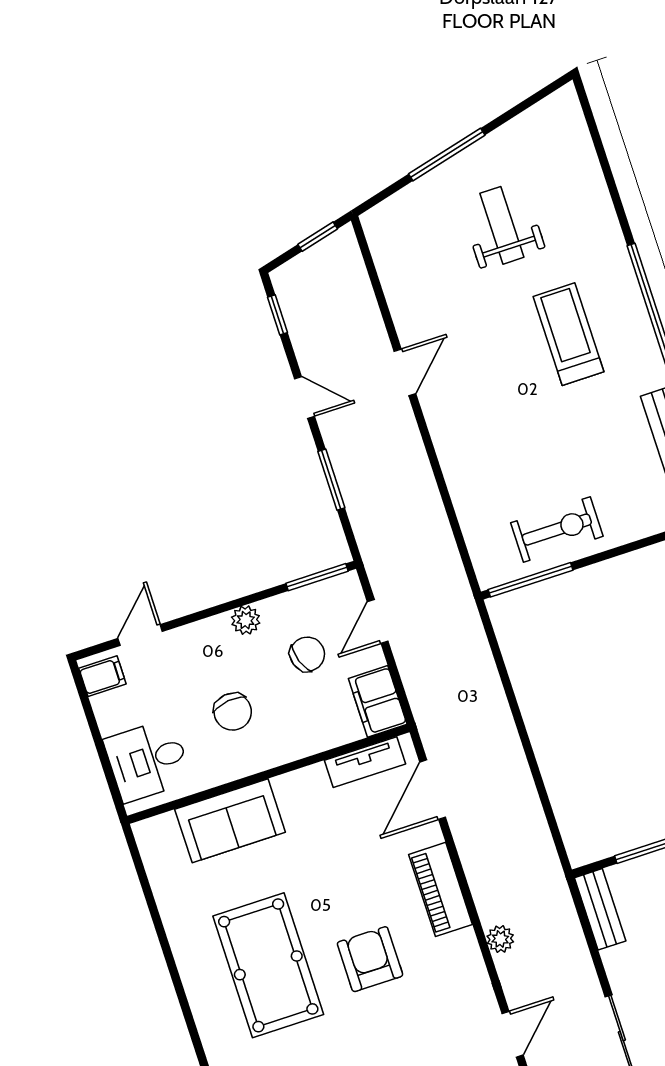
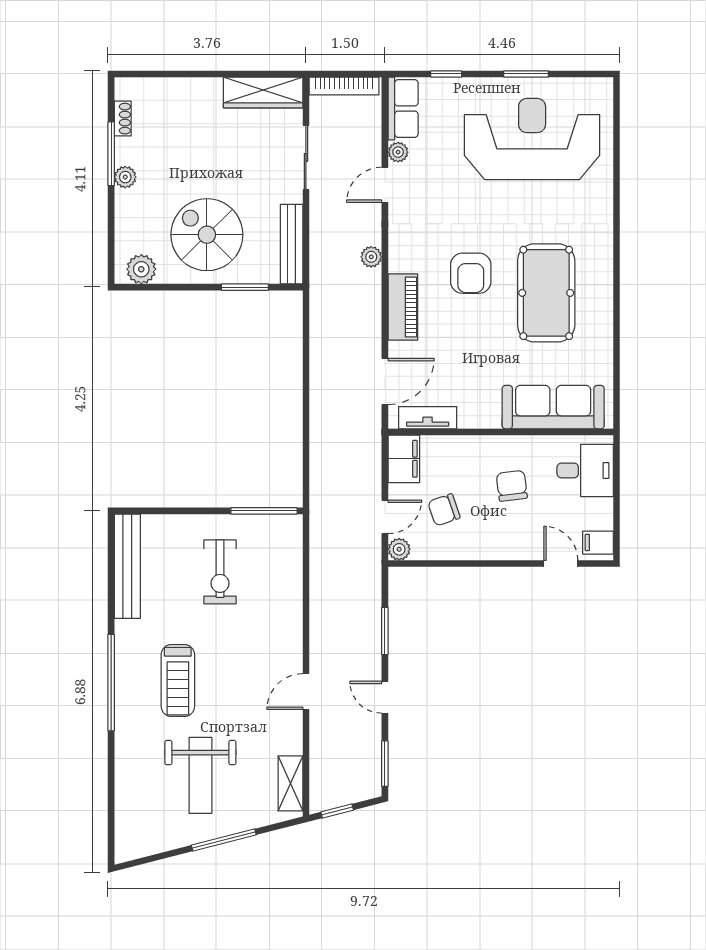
weight bench: (502, 225) -> (200, 775), width x1.36, depth x1.33
shelving: (387, 252) -> (290, 783), added
window: (278, 315) -> (385, 764), width x1.50
exercise bike: (557, 530) -> (220, 572), moved, turned -90
window: (317, 577) -> (419, 564), removed
plant: (246, 620) -> (399, 549), moved
door: (140, 635) -> (561, 564), swing flipped
sofa: (230, 821) -> (553, 407), width x1.36
bench: (600, 909) -> (292, 244), width x1.36

